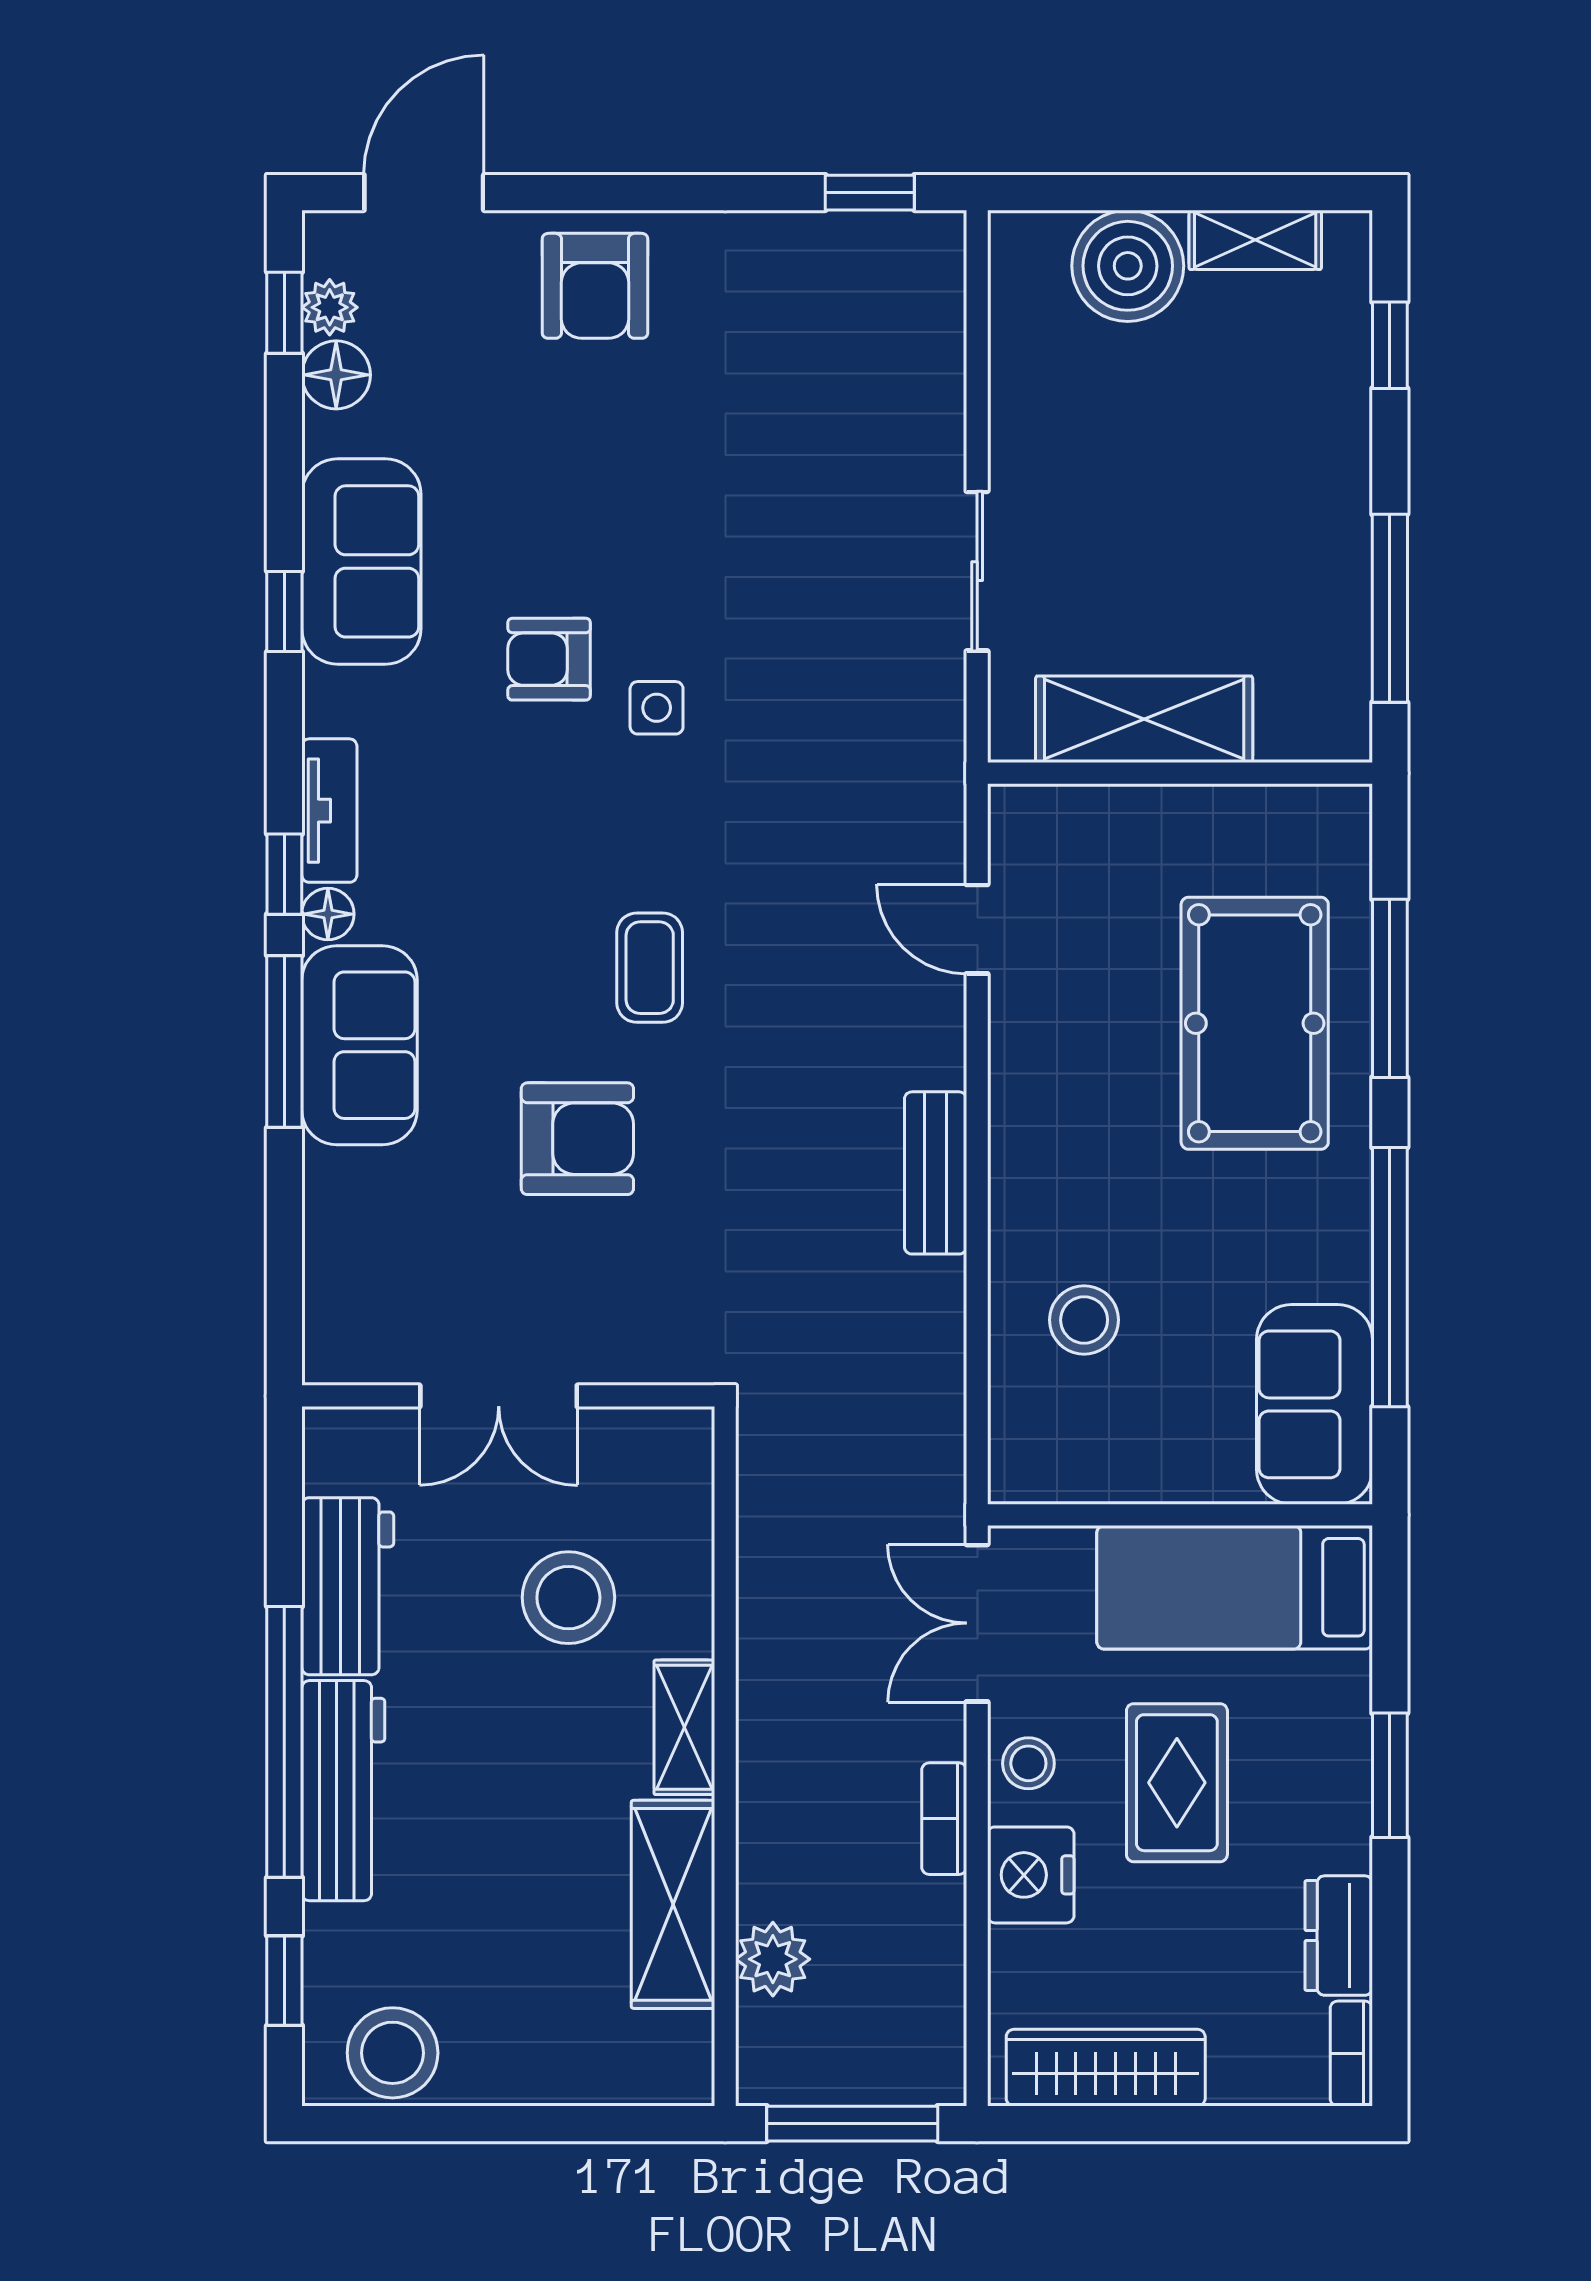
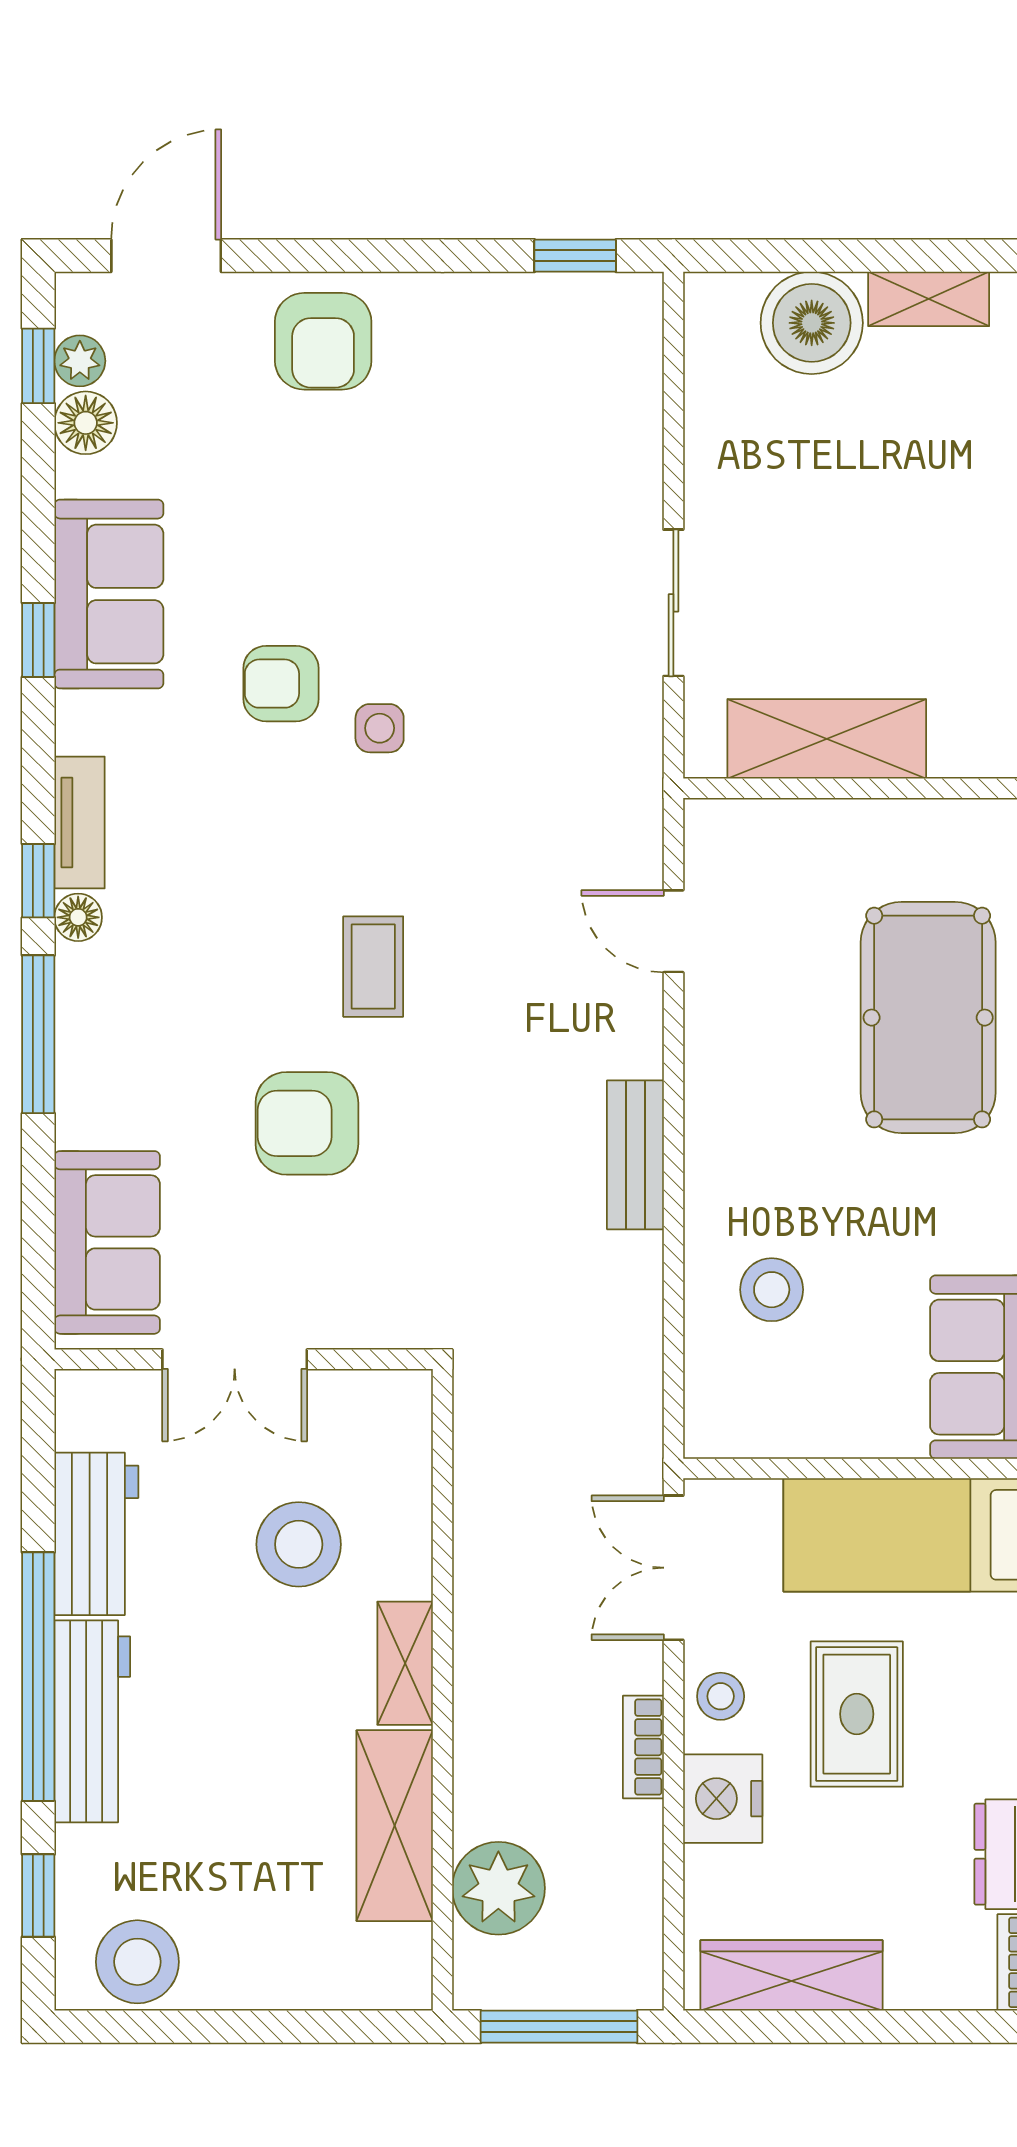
sofa: (360, 1045) -> (107, 1242), moved
armchair: (577, 1139) -> (307, 1123), turned 180
plant: (773, 1959) -> (498, 1888), width x1.36, depth x1.36

